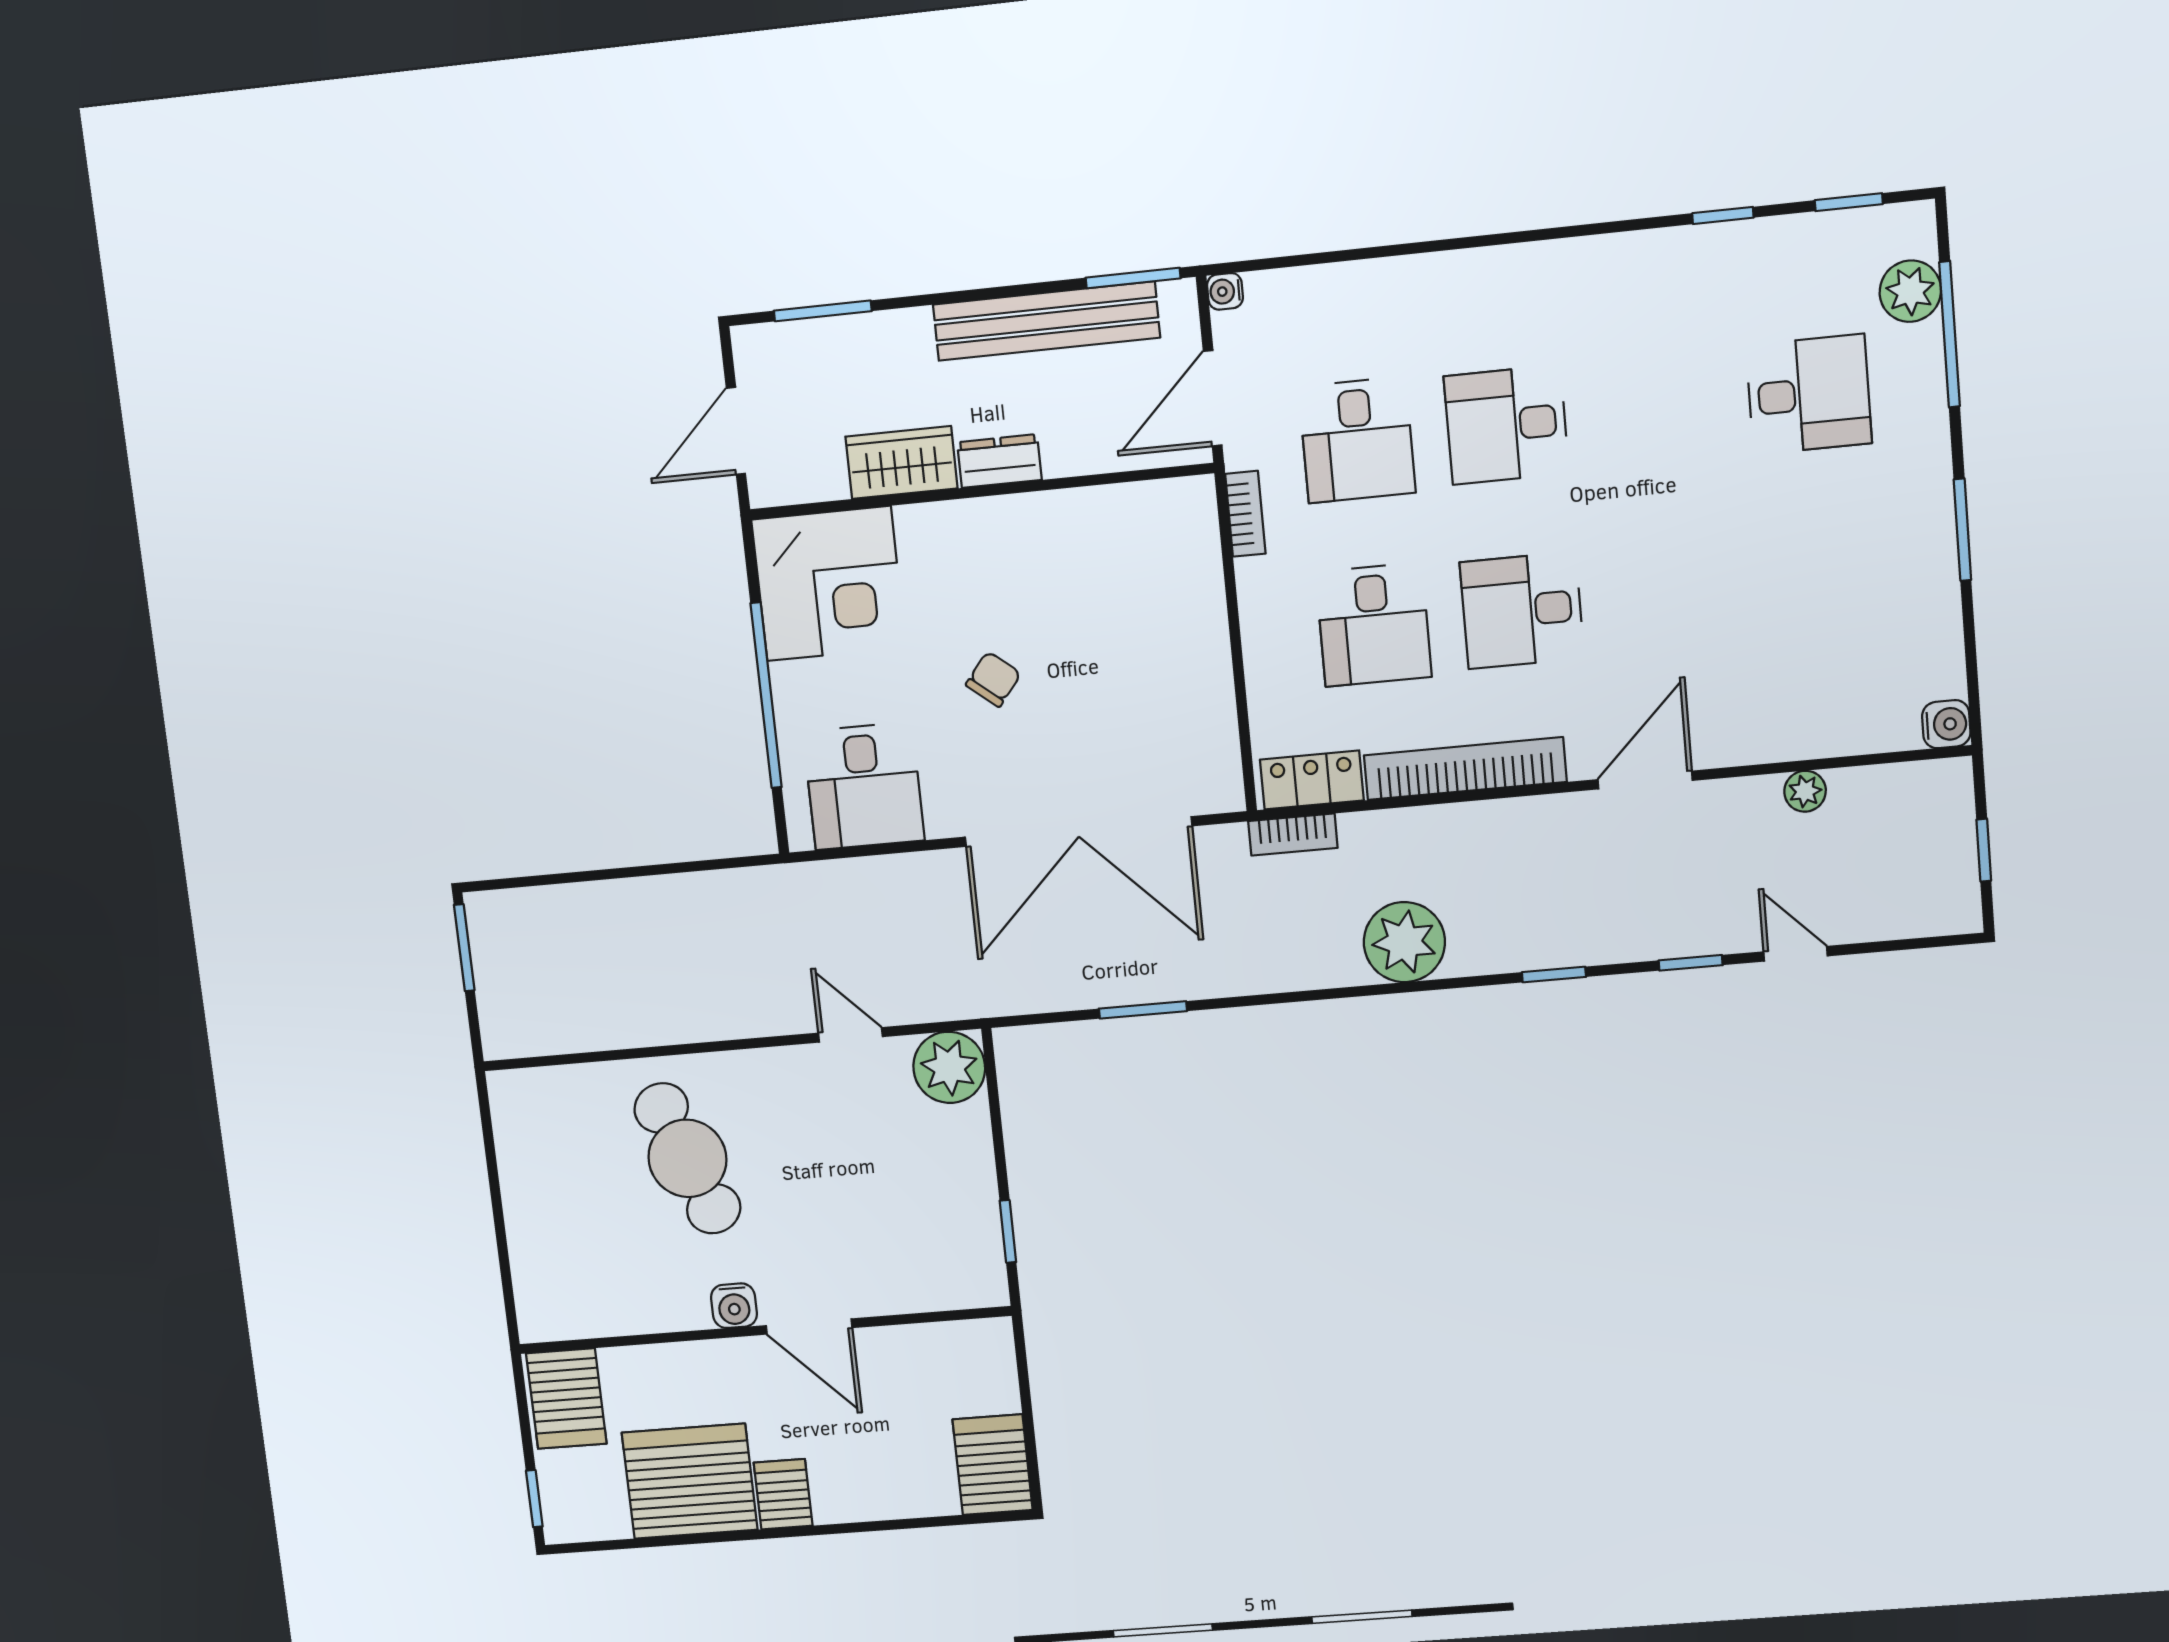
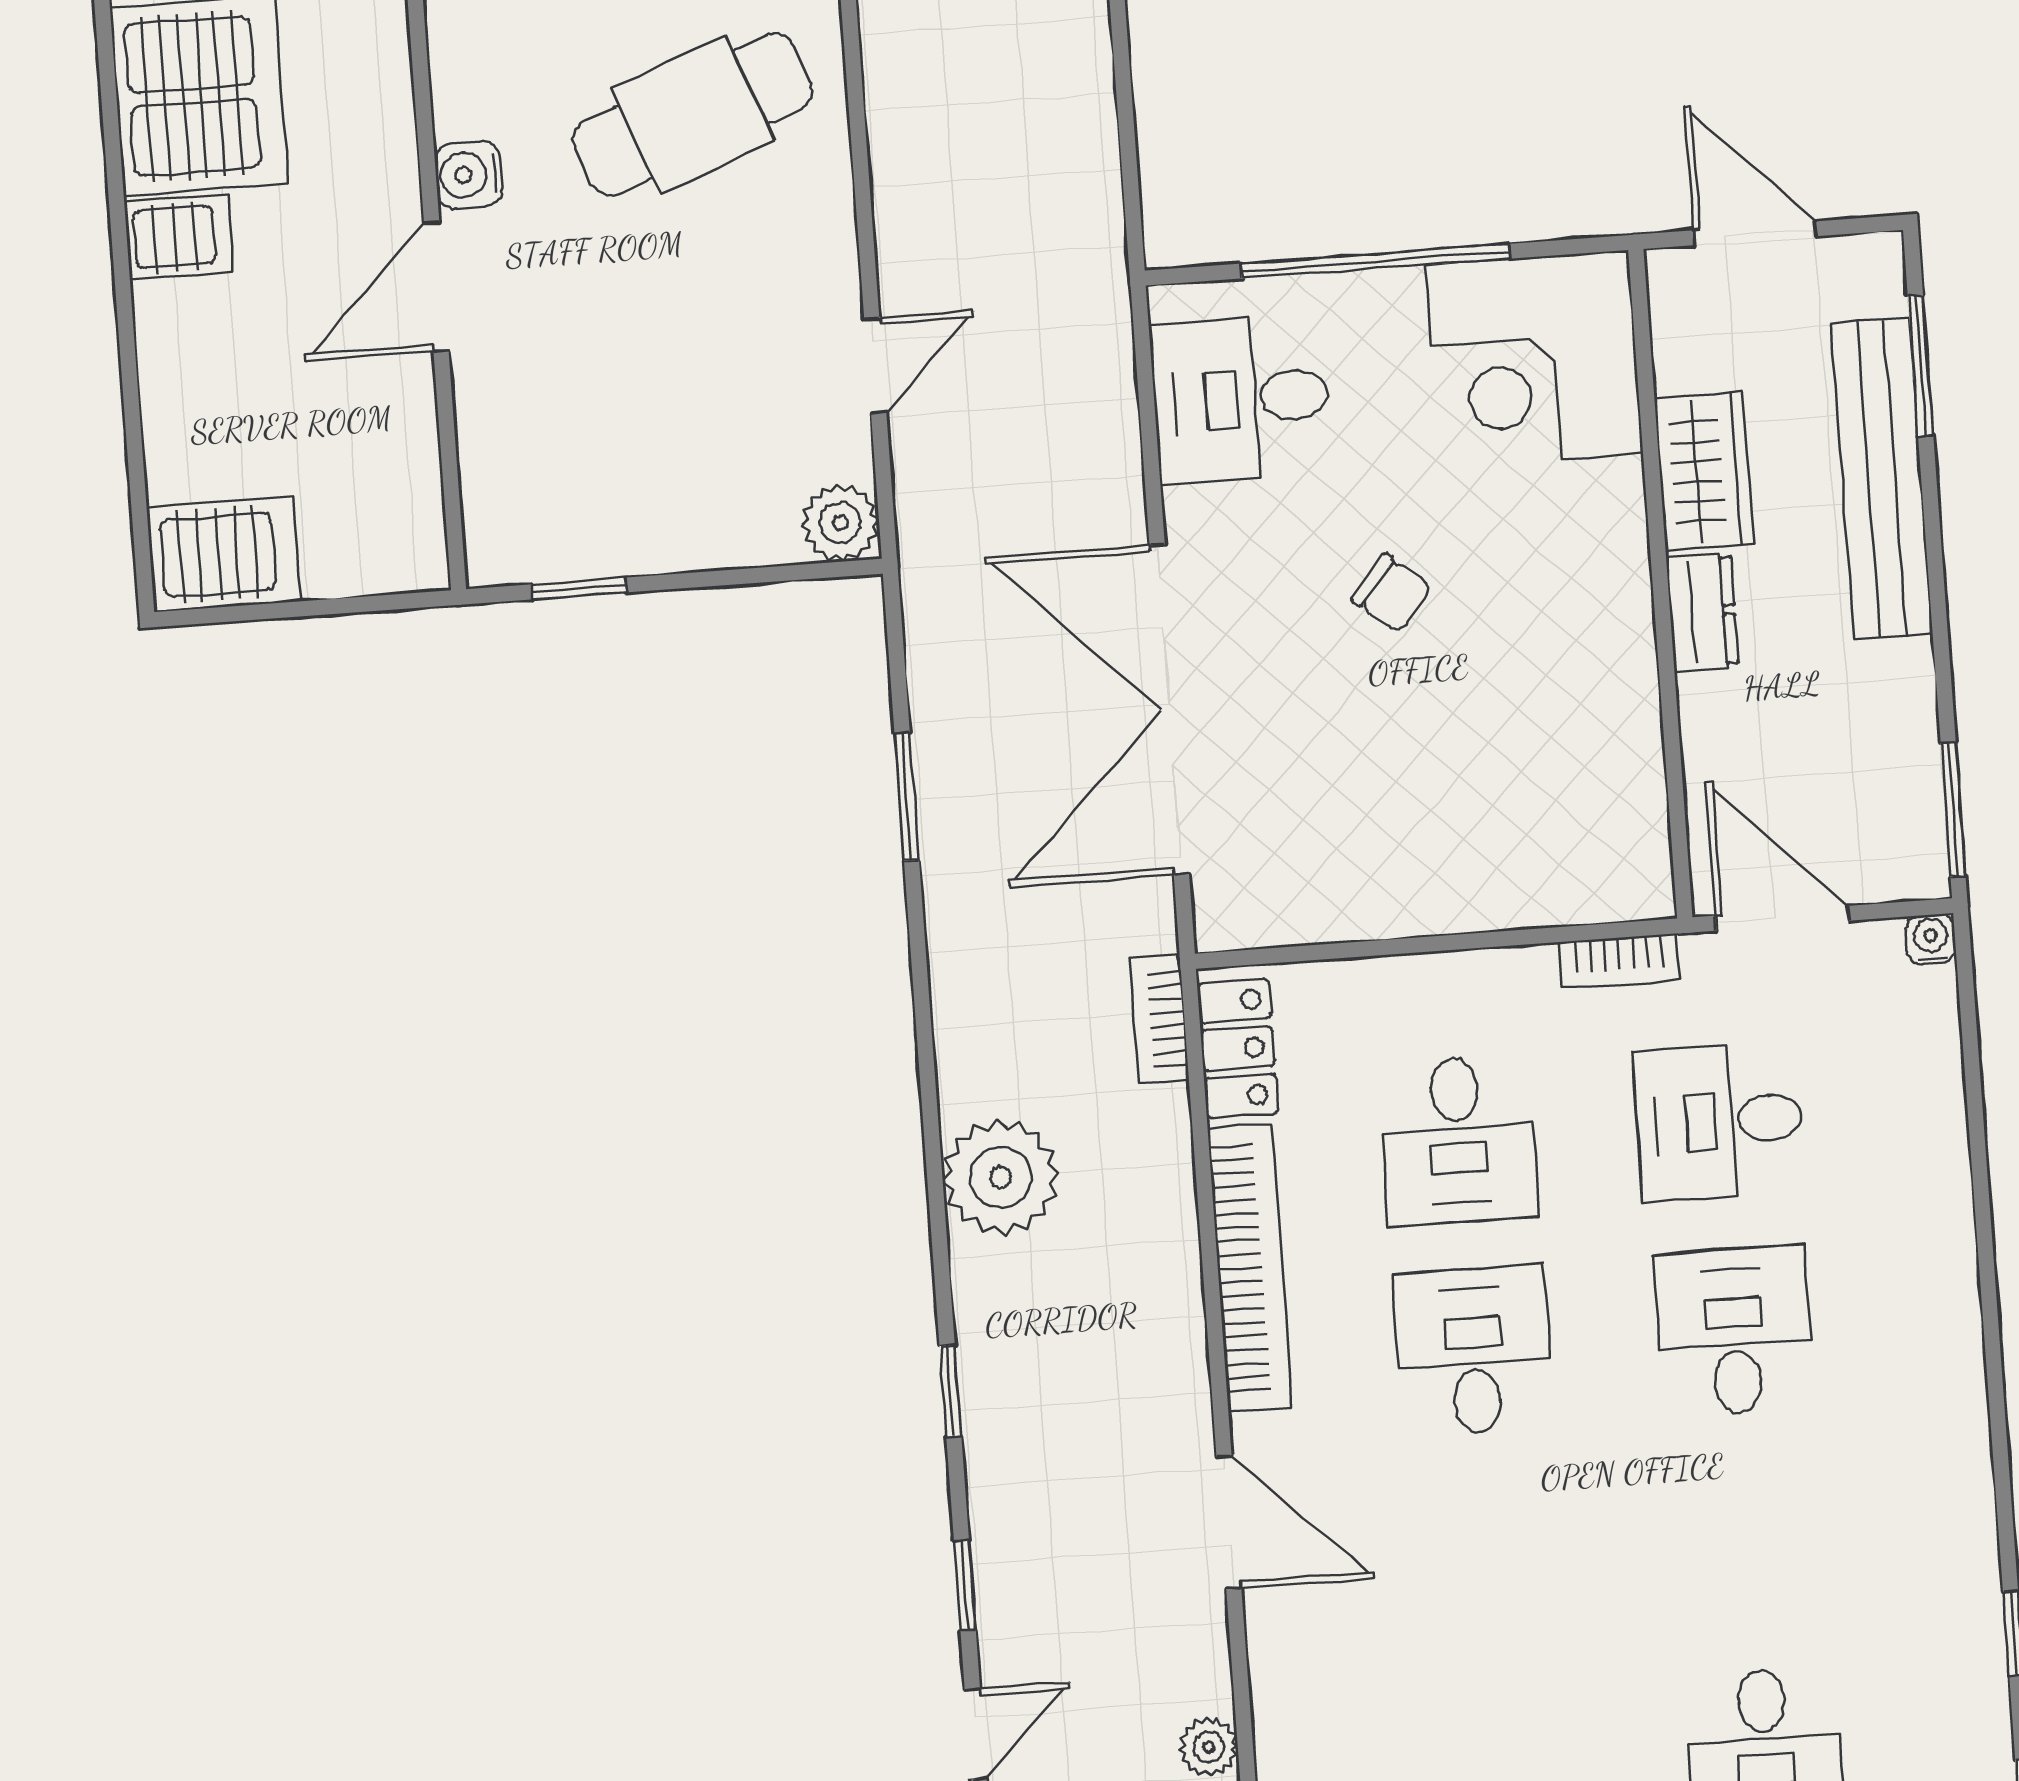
bench: (1046, 321) -> (1882, 479), moved
desk: (1374, 625) -> (1458, 1140), turned -90
plant: (949, 1067) -> (840, 523), width x0.73, depth x0.73

